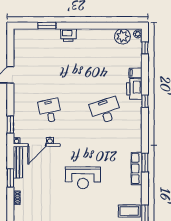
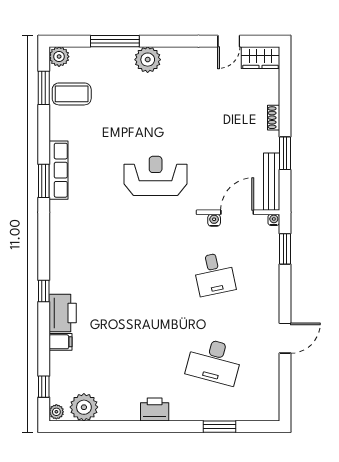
printer: (68, 35) -> (155, 410), moved
desk: (105, 111) -> (214, 361), moved, turned 33
reception desk: (83, 178) -> (156, 176), moved

